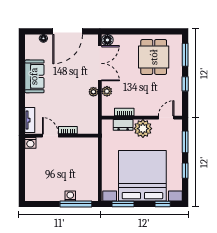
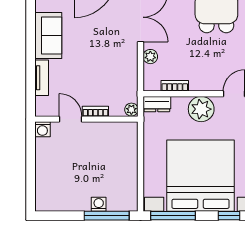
plant: (93, 92) -> (131, 110), moved
tv unit: (30, 120) -> (42, 78), moved
dresser: (123, 125) -> (157, 104), moved
window: (123, 204) -> (173, 216), width x1.44

